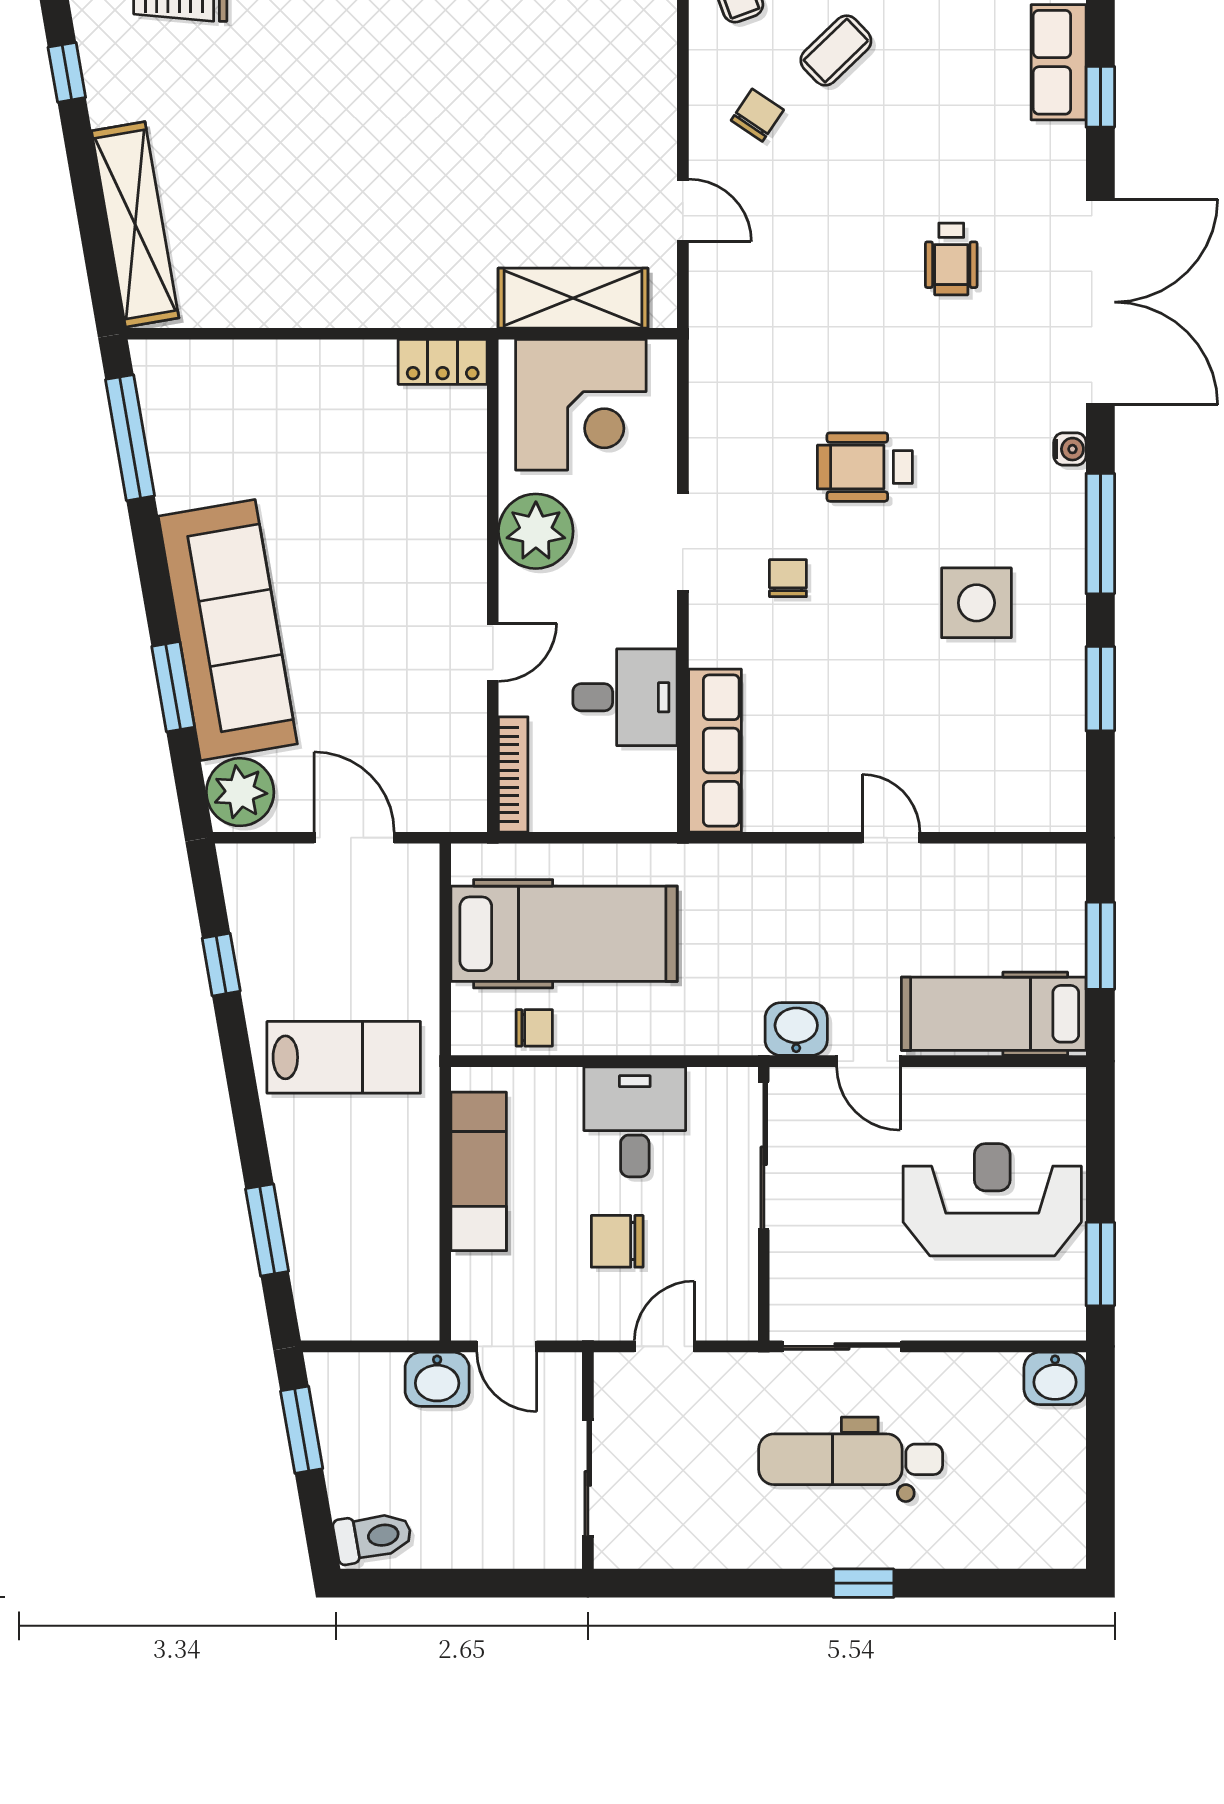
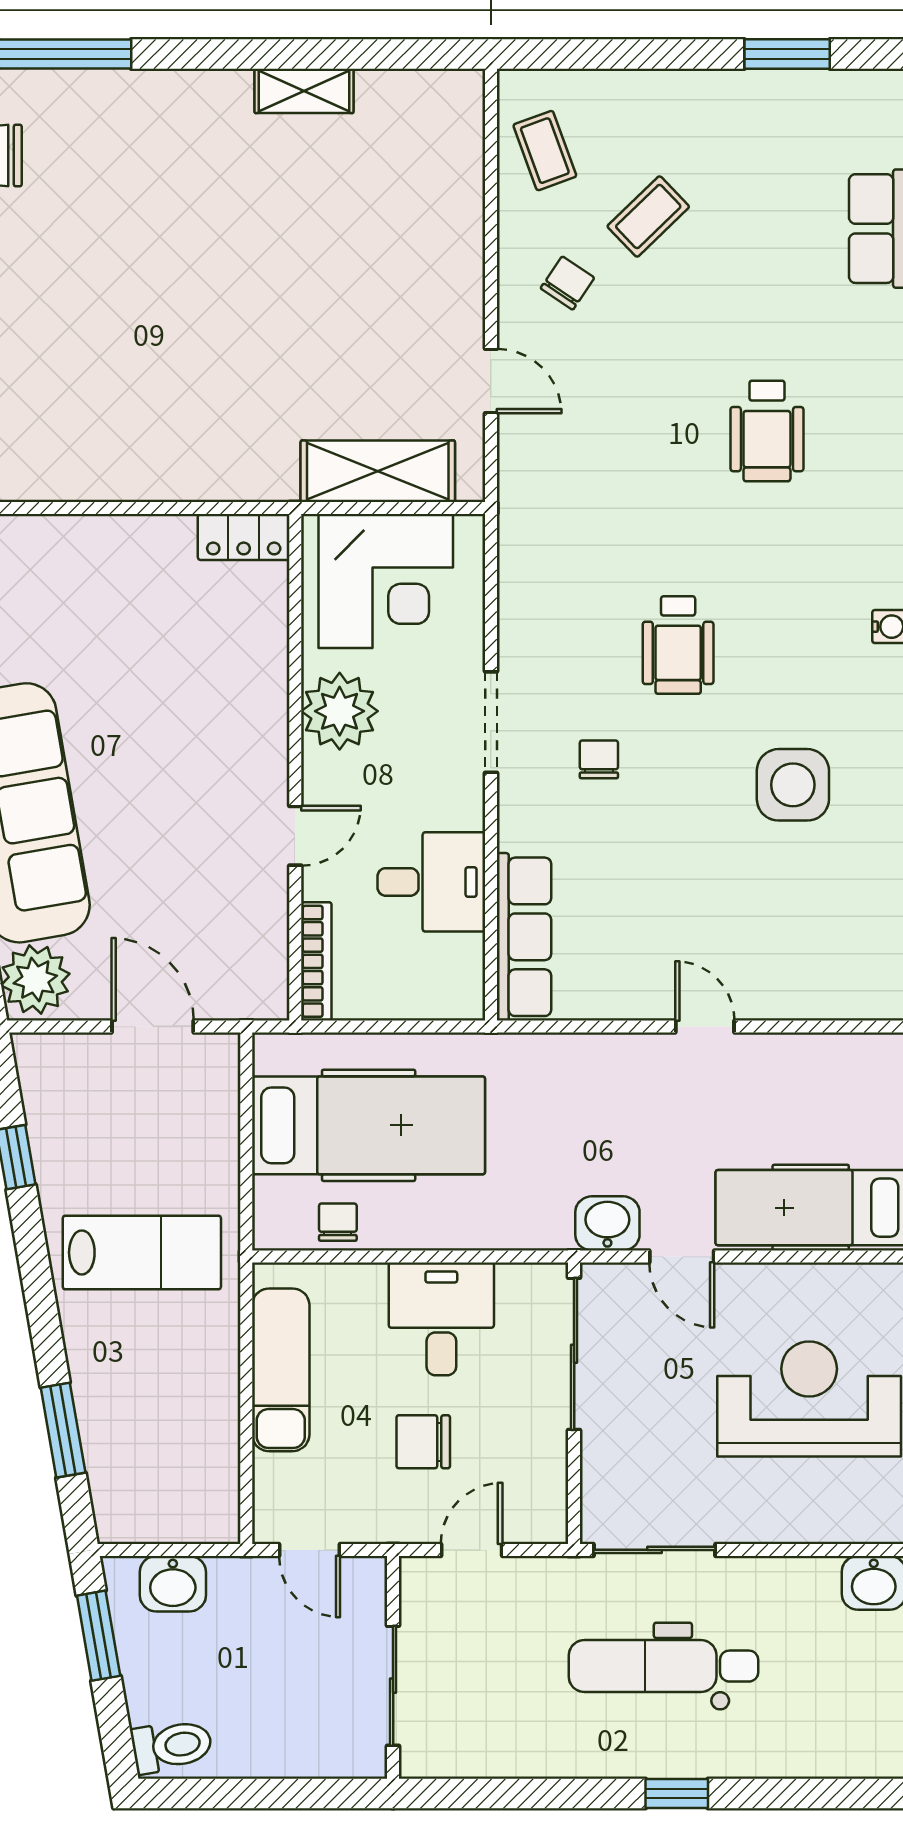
wheelchair: (951, 259) -> (767, 431), width x1.36, depth x1.37
wheelchair: (865, 467) -> (678, 645), turned -90
chair: (534, 1028) -> (338, 1222), turned -90
washbasin: (437, 1379) -> (173, 1584), moved

